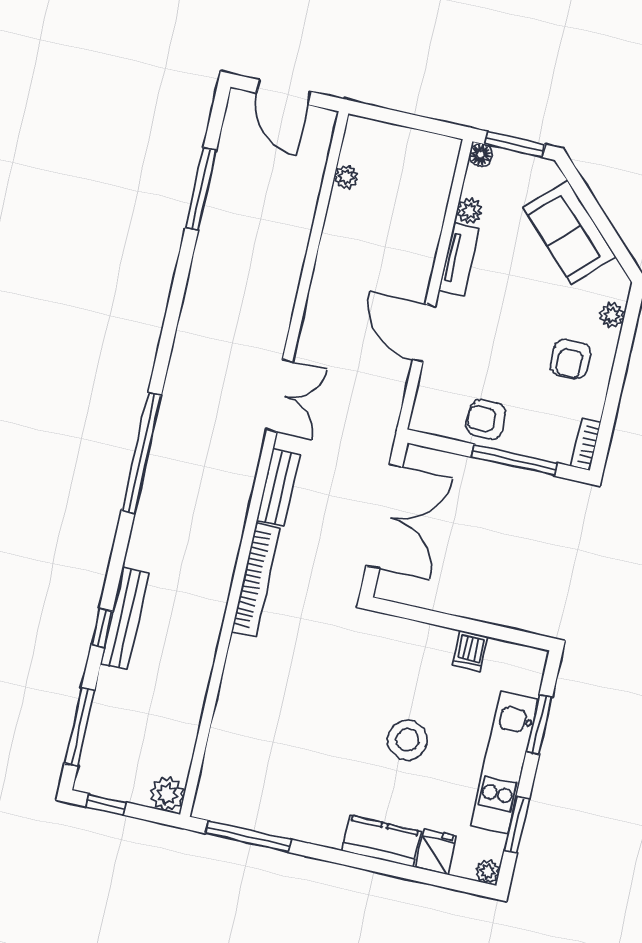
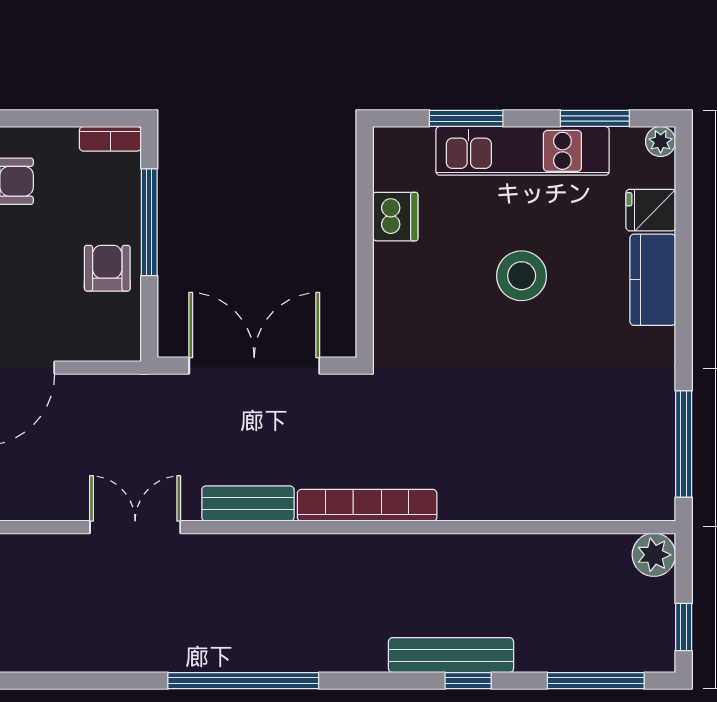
armchair: (486, 419) -> (107, 268), turned 180
dishwasher: (470, 651) -> (395, 217), width x1.38

